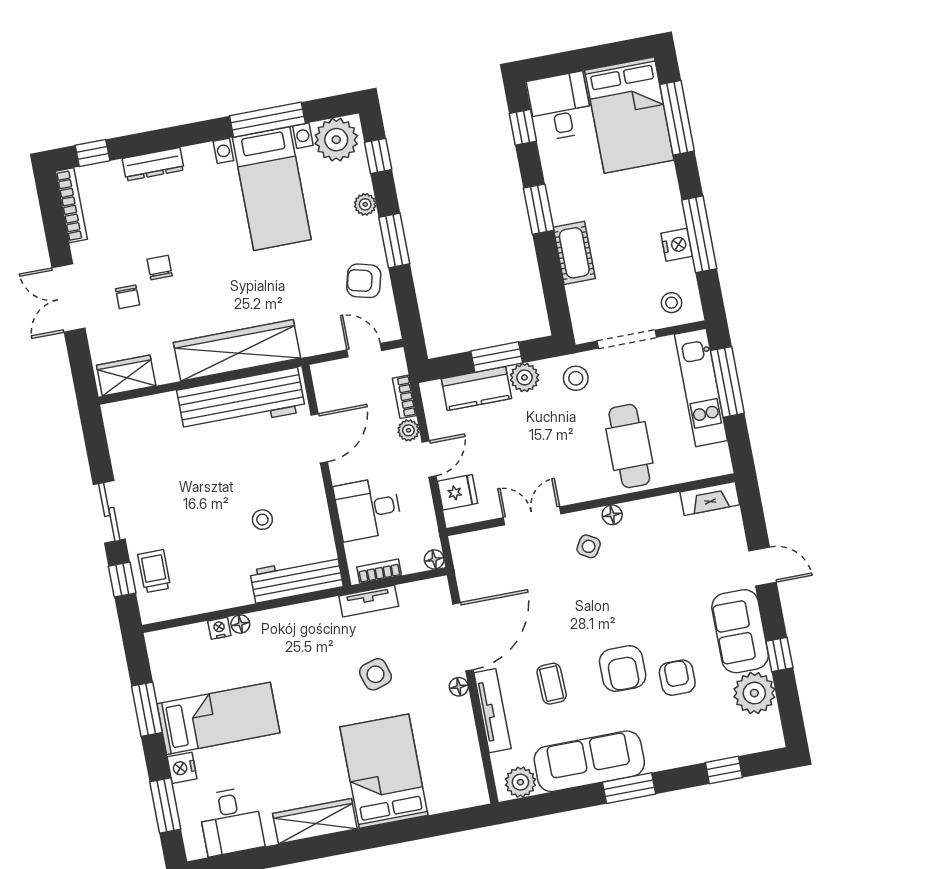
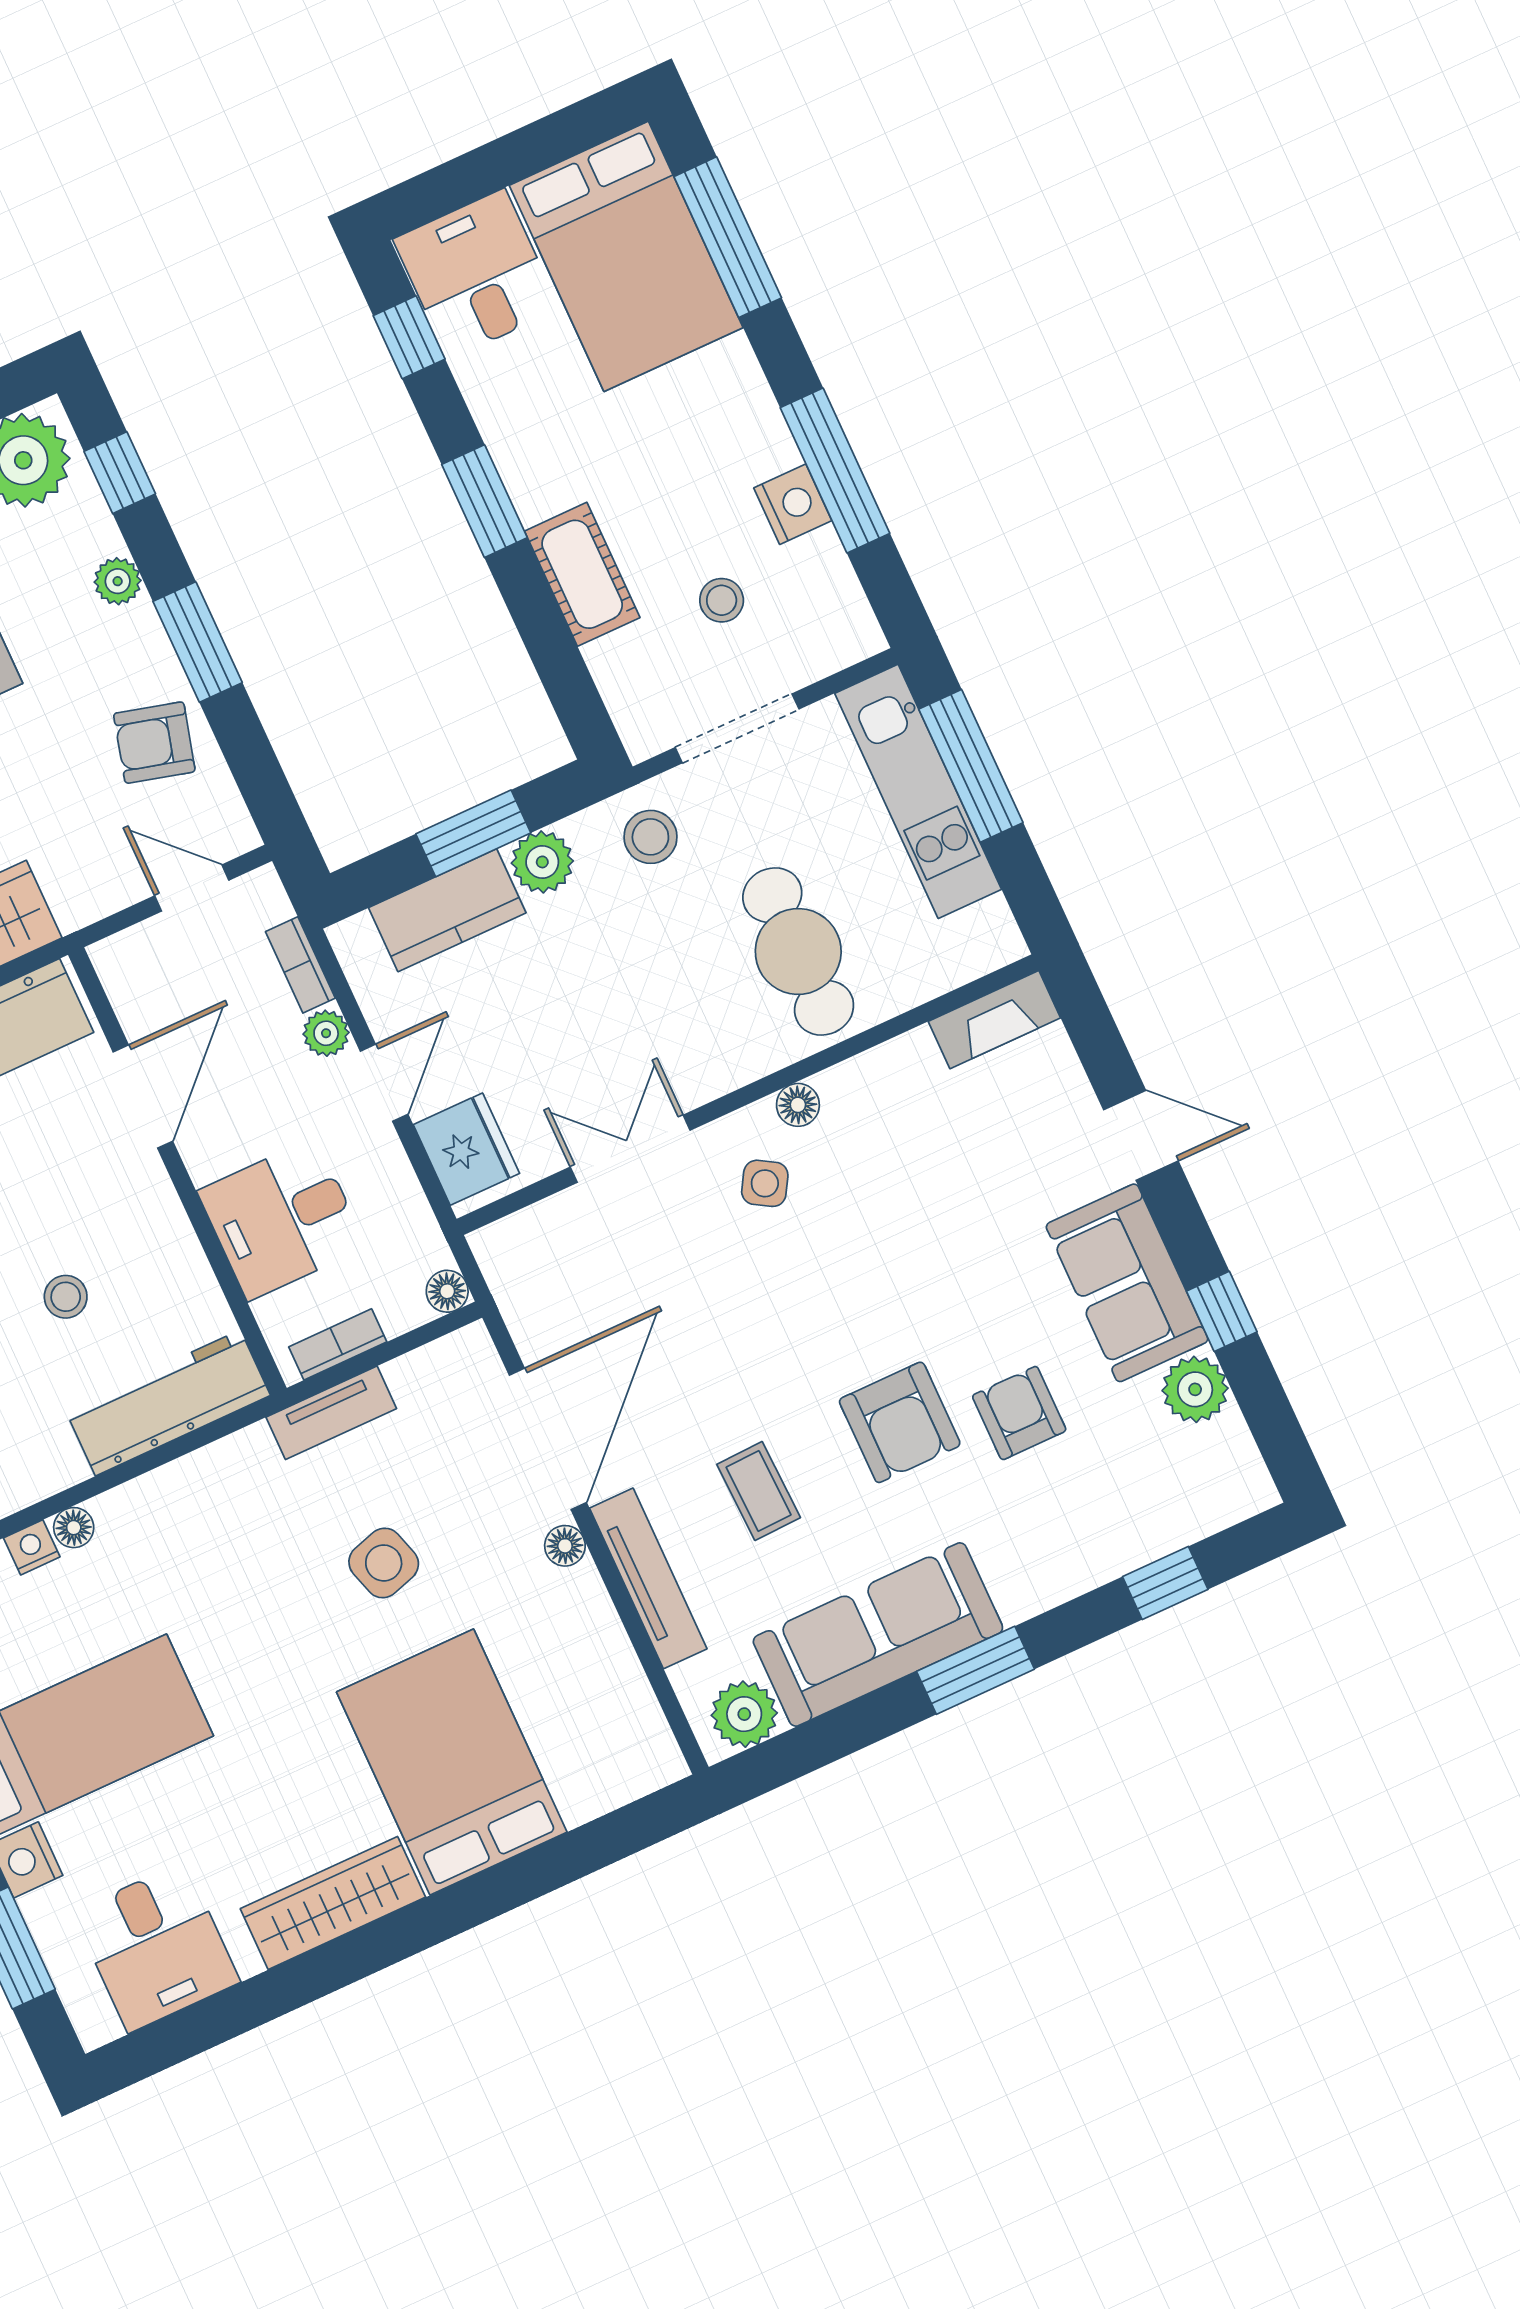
stool: (671, 303) -> (722, 600), moved
fridge: (457, 492) -> (466, 1149), width x1.38
plant: (754, 693) -> (1195, 1389), width x0.73, depth x0.73

